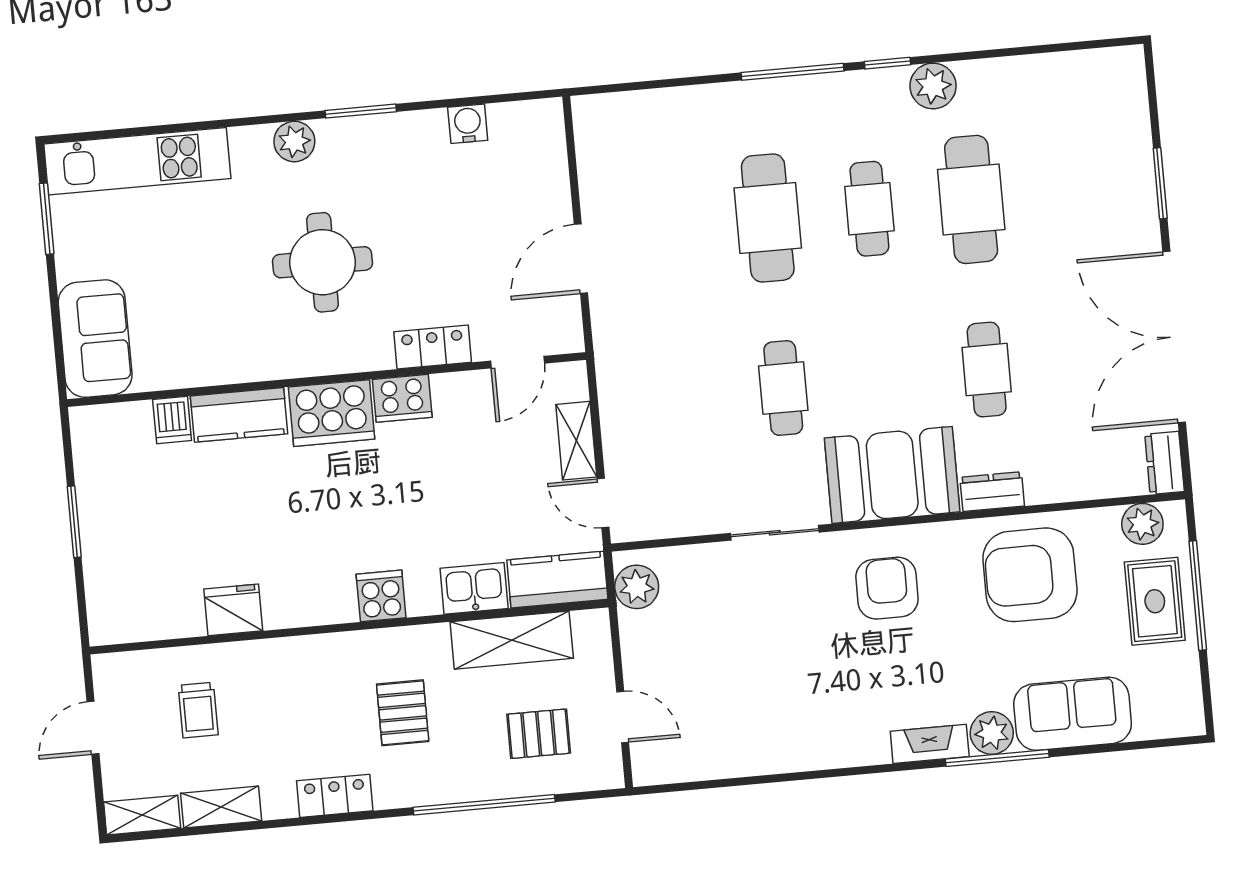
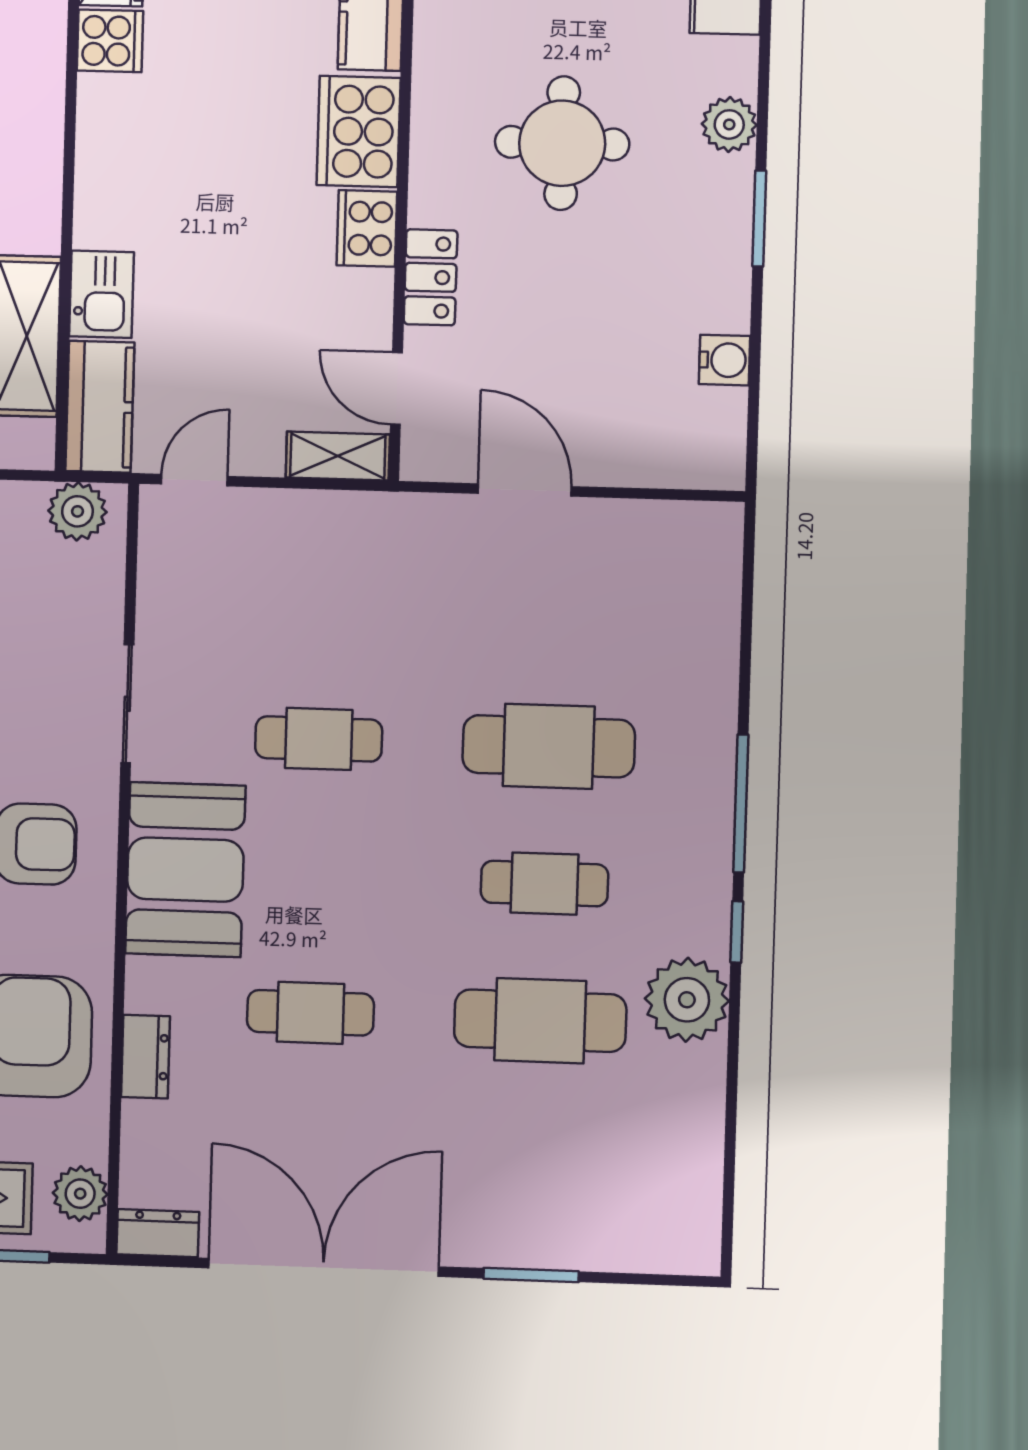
plant: (933, 86) -> (687, 1000), width x1.36, depth x1.36
shelving: (576, 441) -> (338, 456), moved
dresser: (992, 492) -> (146, 1057), moved
cooker: (381, 596) -> (110, 41), moved

